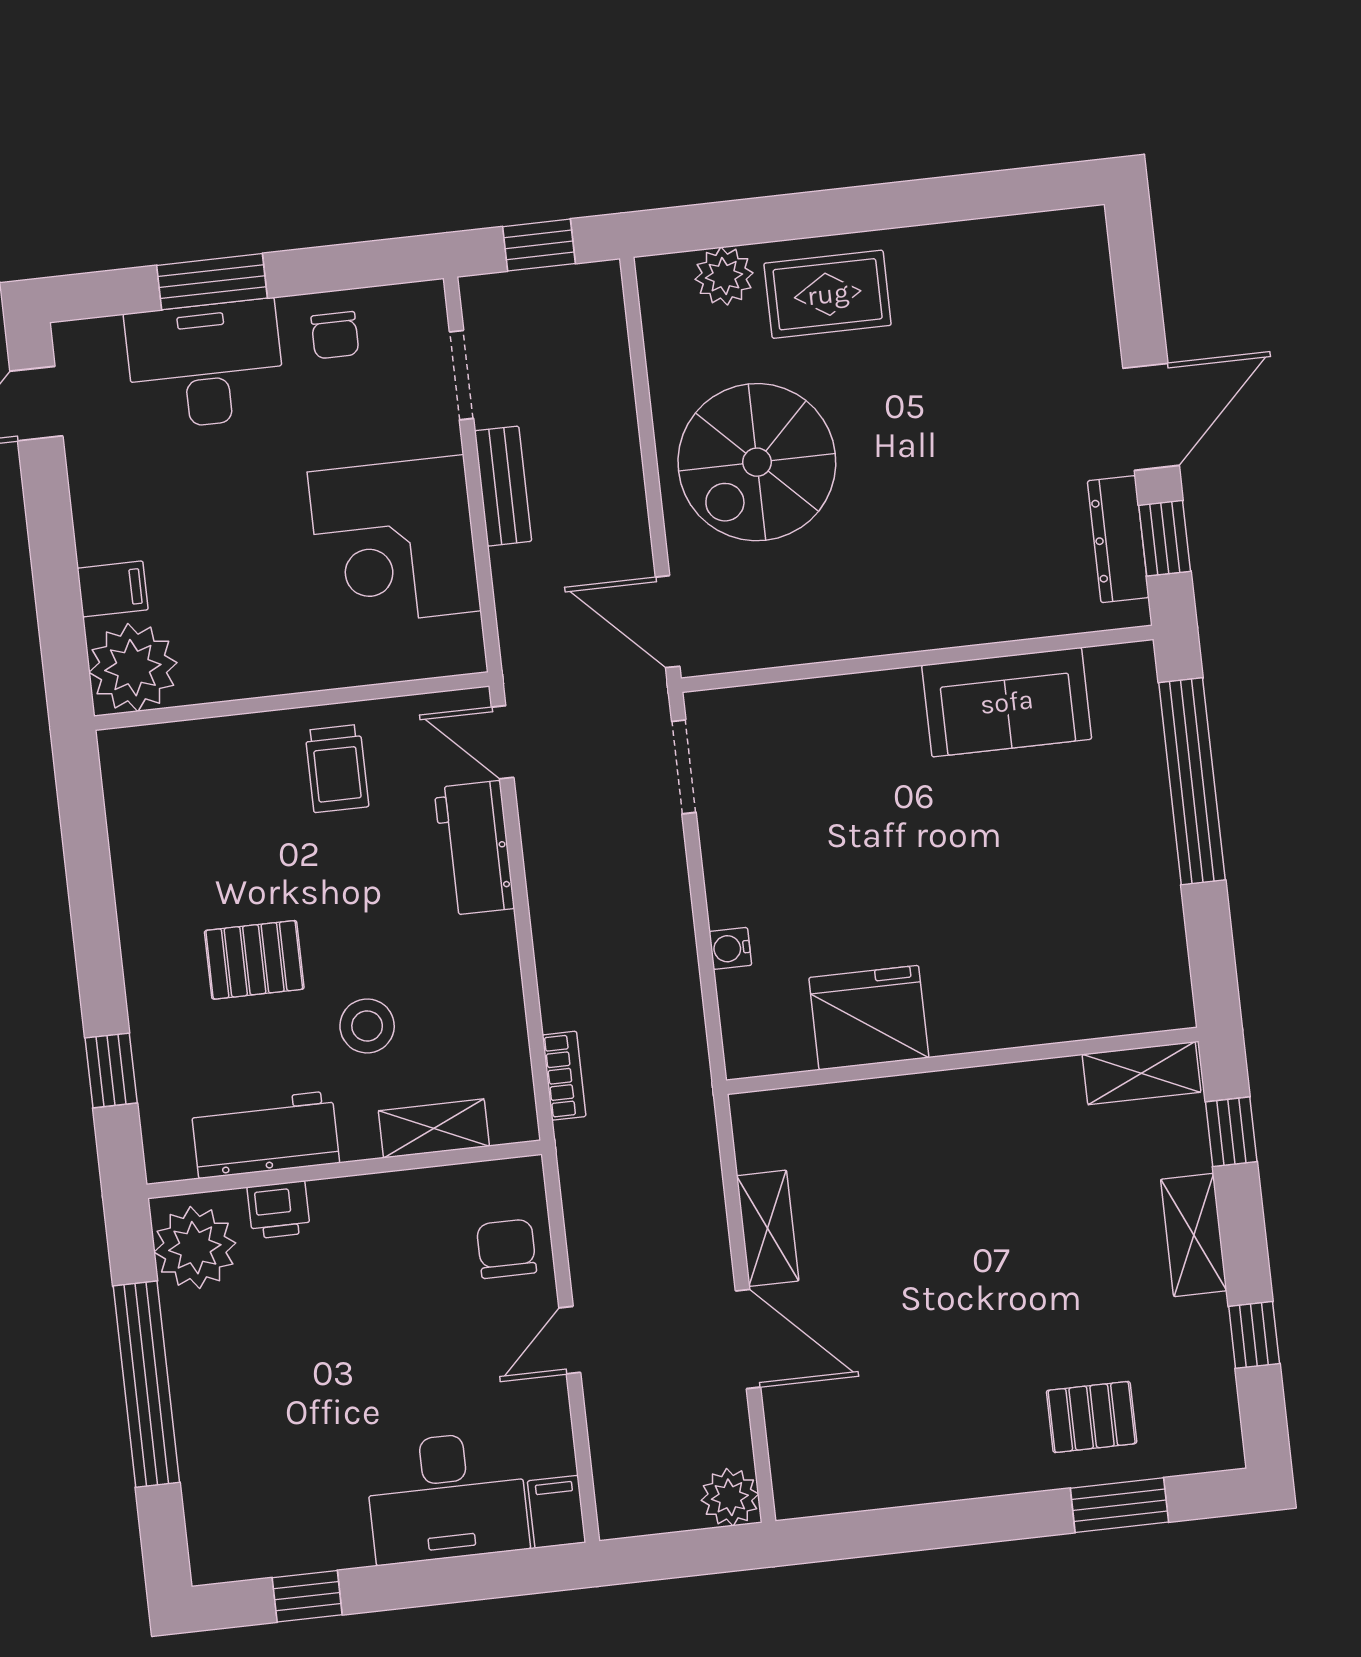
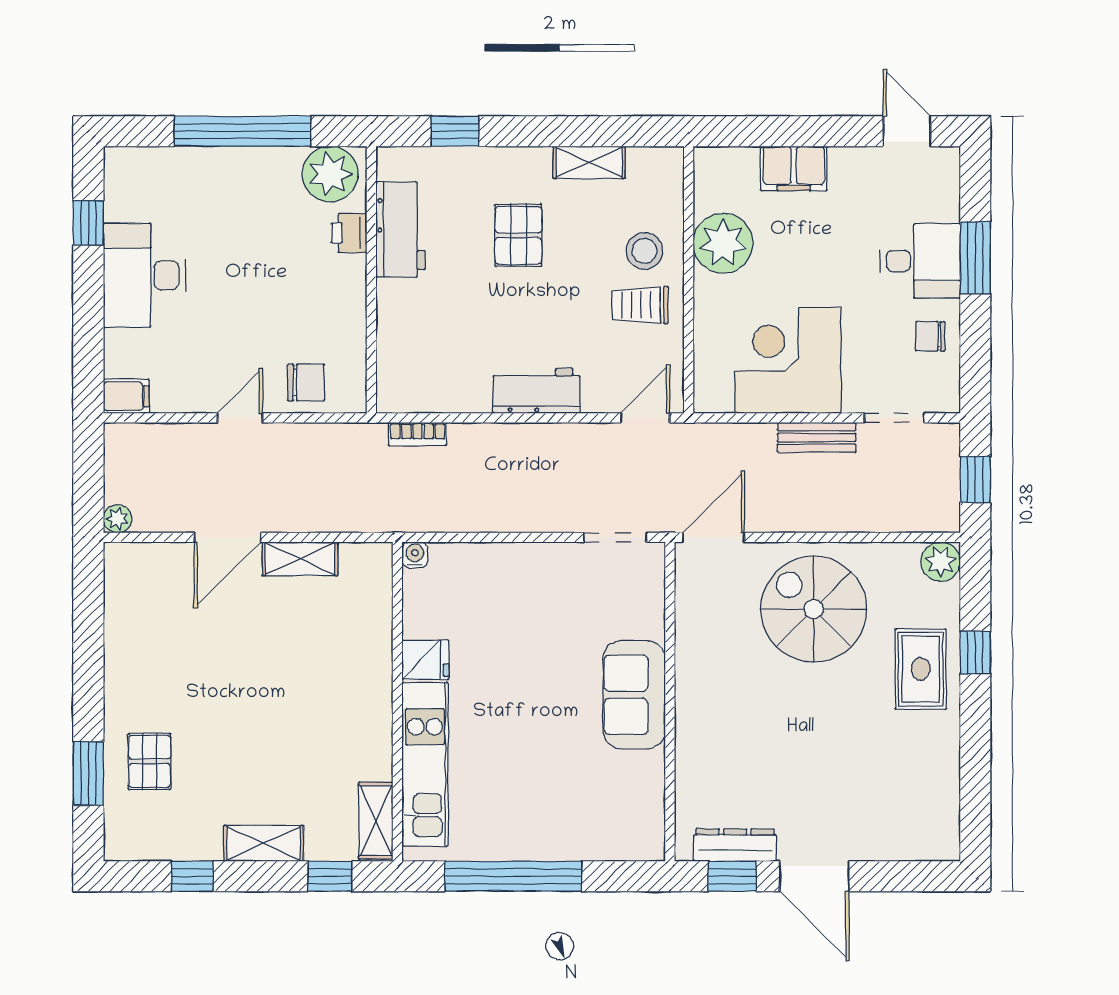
window: (794, 216) -> (975, 653), added
plant: (724, 276) -> (941, 562), moved
desk: (205, 365) -> (920, 261), width x0.73
filing cabinet: (113, 589) -> (794, 168), width x2.00
plant: (133, 668) -> (723, 243), moved
sofa: (1007, 702) -> (634, 695), moved
window: (1192, 781) -> (513, 876), moved
workbench: (474, 848) -> (536, 391), moved
water cooler: (730, 948) -> (415, 555), moved
kitchen unit: (1050, 1010) -> (425, 764), added
fridge: (869, 1018) -> (425, 660), width x0.53, depth x0.75
stool: (367, 1026) -> (644, 251), moved
shelving: (434, 1128) -> (589, 162), moved, turned 90
door: (570, 1340) -> (240, 418), hinge flipped
desk: (447, 1497) -> (144, 275), moved
plant: (730, 1497) -> (118, 519), width x0.73, depth x0.73

